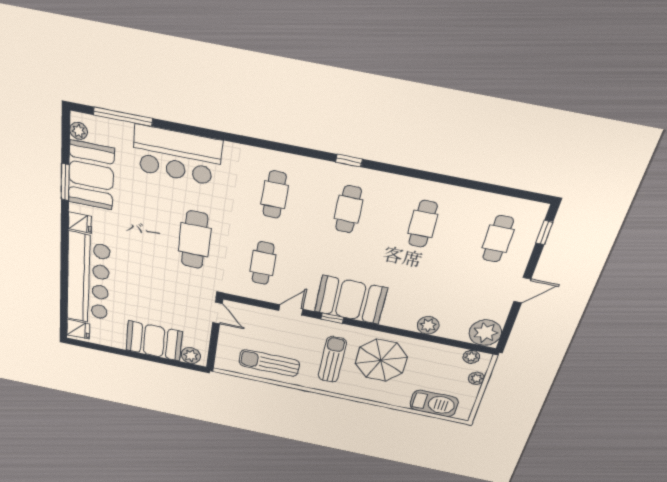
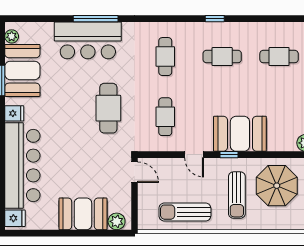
window: (123, 117) -> (96, 19), moved
cafe table: (348, 209) -> (222, 57), turned 90
cafe table: (423, 224) -> (279, 57), turned 90
door: (291, 310) -> (194, 155), swing flipped
sun lounger: (332, 359) -> (237, 195), turned 180

